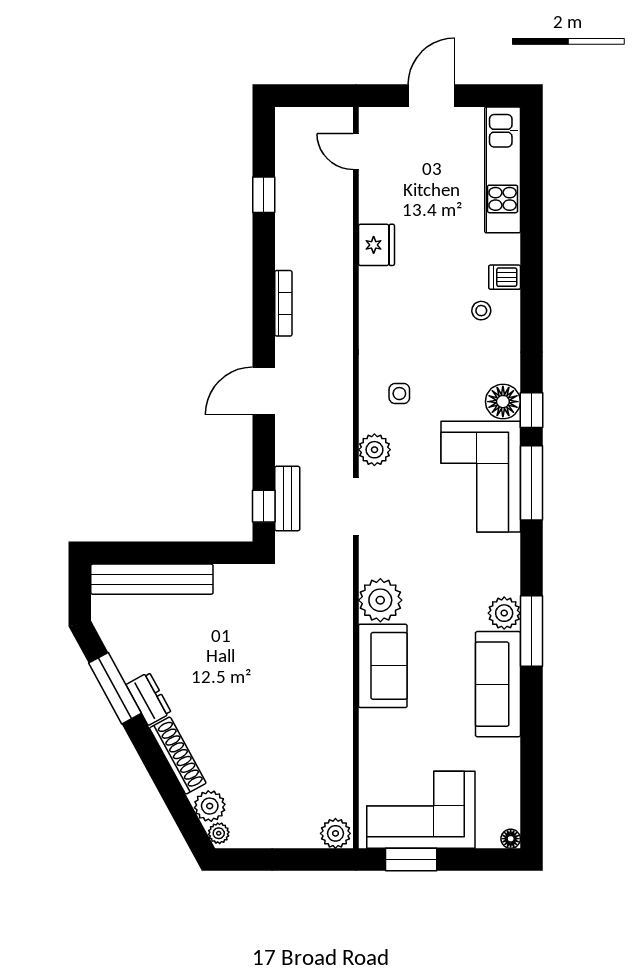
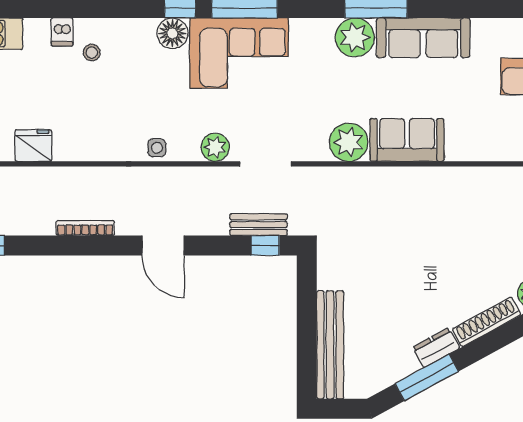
side table: (399, 394) -> (157, 148), moved
plant: (504, 613) -> (355, 37), width x1.36, depth x1.36

